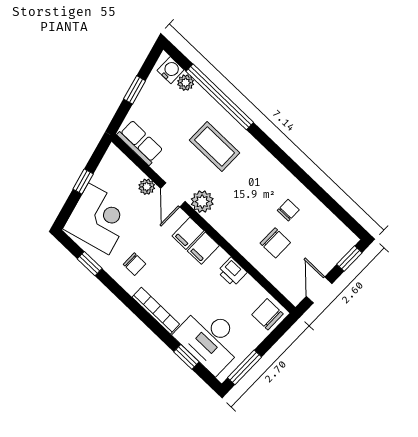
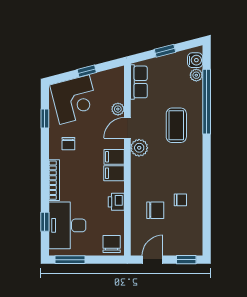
chair: (275, 243) -> (155, 210), turned -90

